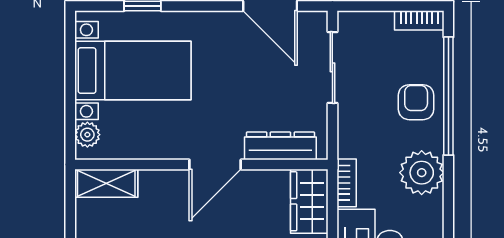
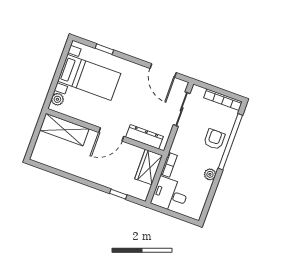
bookcase: (419, 20) -> (223, 100), width x1.56
plant: (422, 173) -> (210, 174), width x0.53, depth x0.53
shelving: (106, 183) -> (64, 130), width x1.50, depth x1.33

